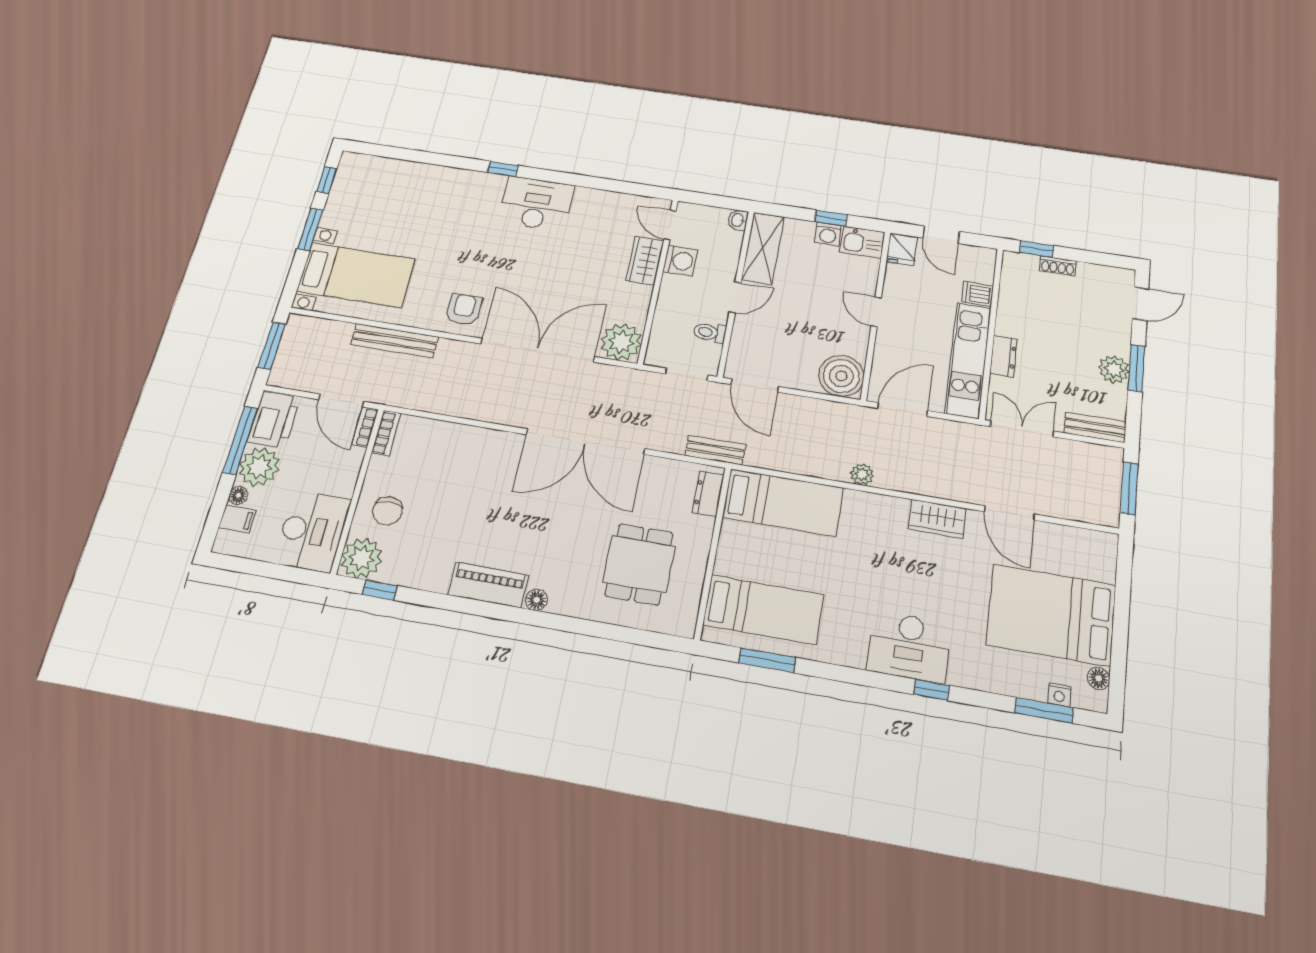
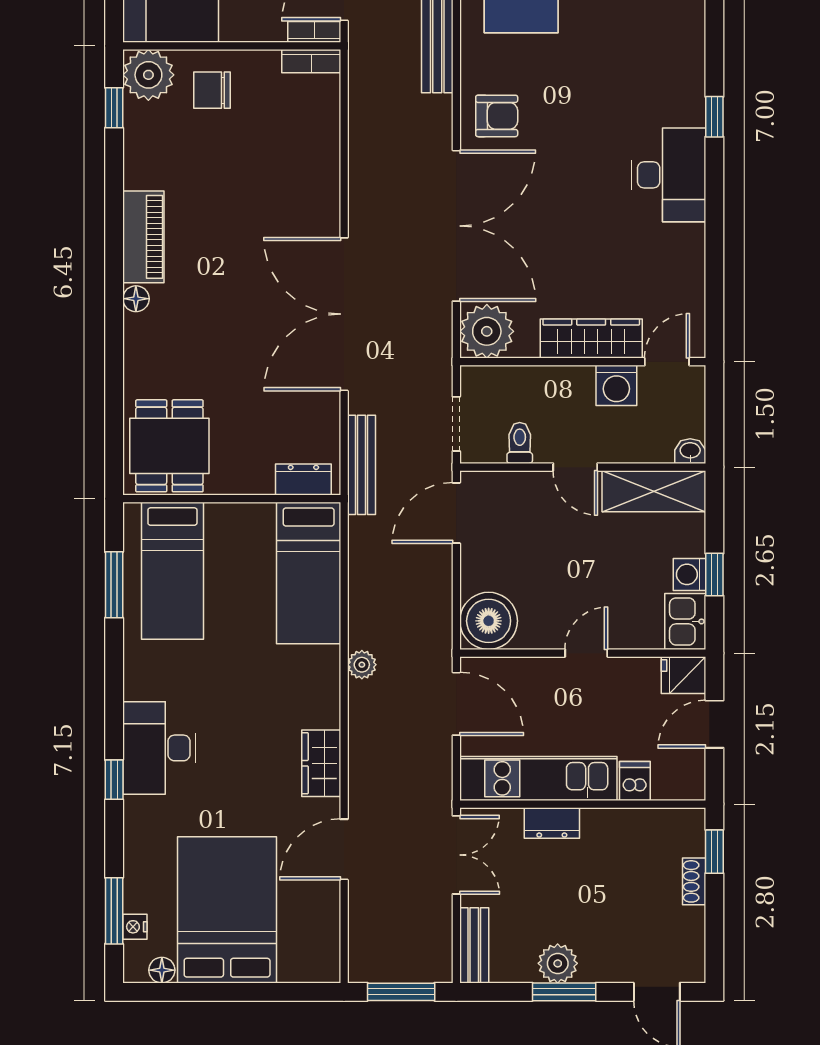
wardrobe: (645, 261) -> (591, 339), width x1.50
bench: (715, 450) -> (361, 465), width x1.36
dining table: (639, 564) -> (169, 446), moved, turned 90

